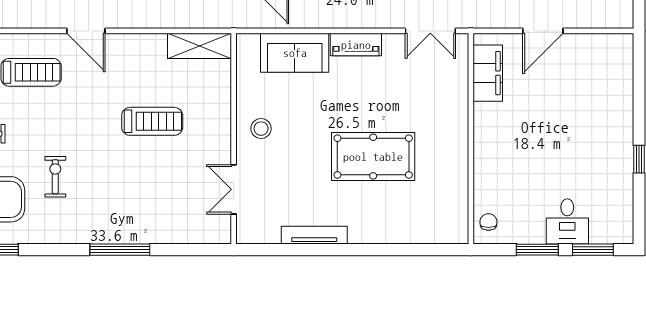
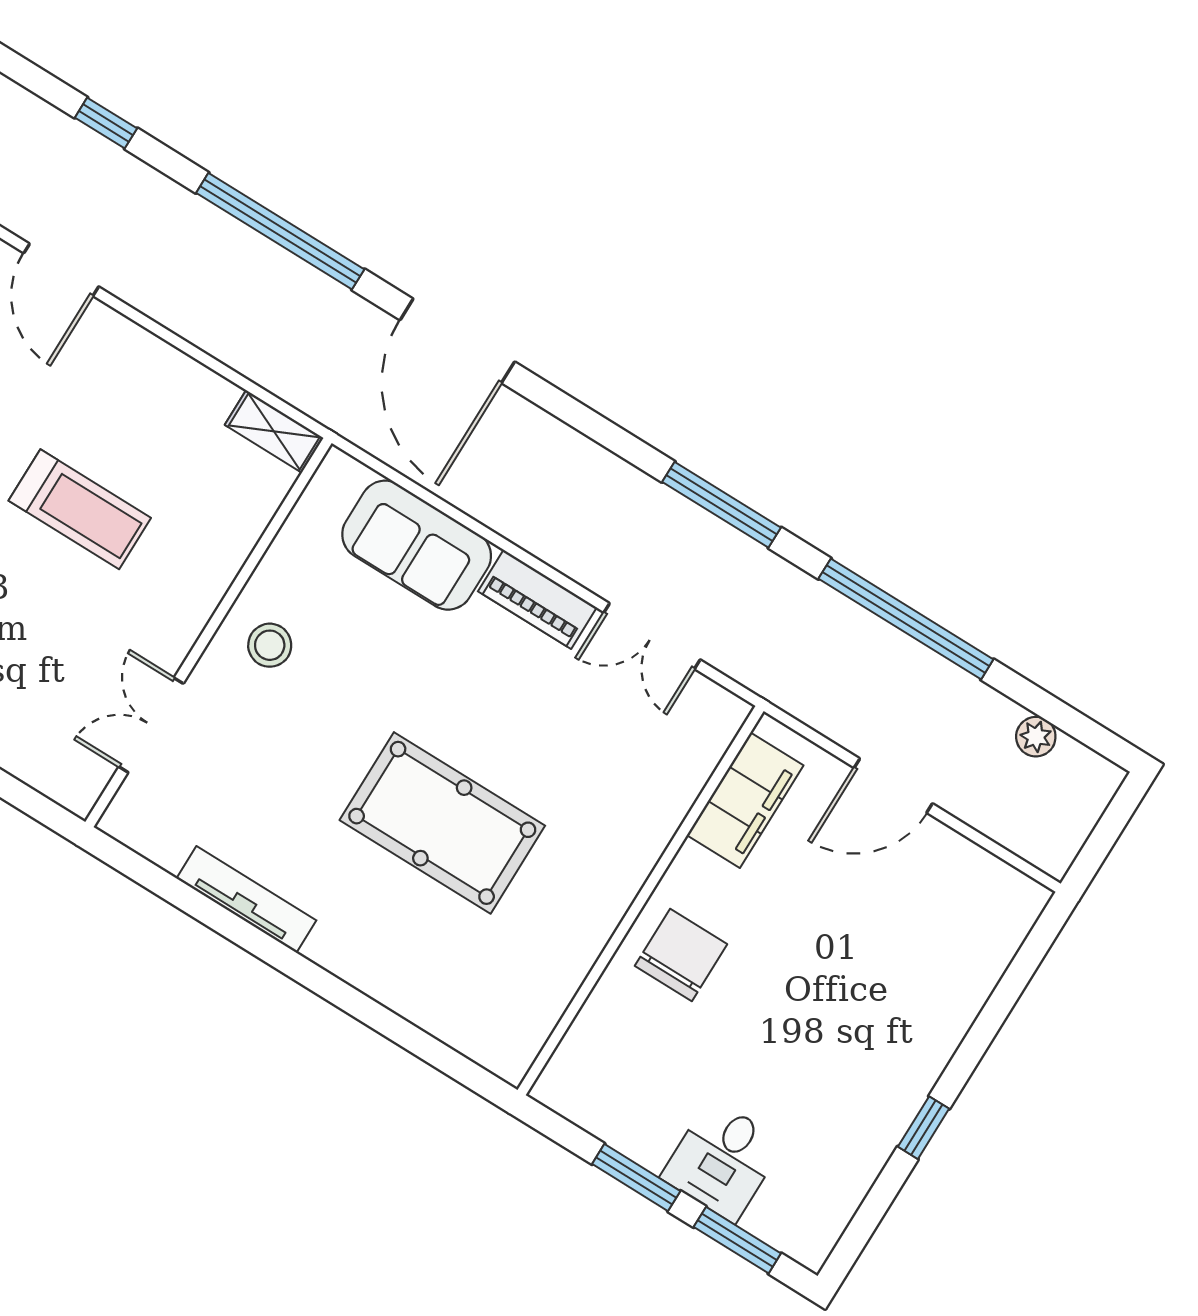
double door: (430, 31) -> (652, 636), moved
shelving: (200, 46) -> (274, 431), width x0.67, depth x0.75
chair: (488, 222) -> (681, 955), moved, width x1.87, depth x1.87

